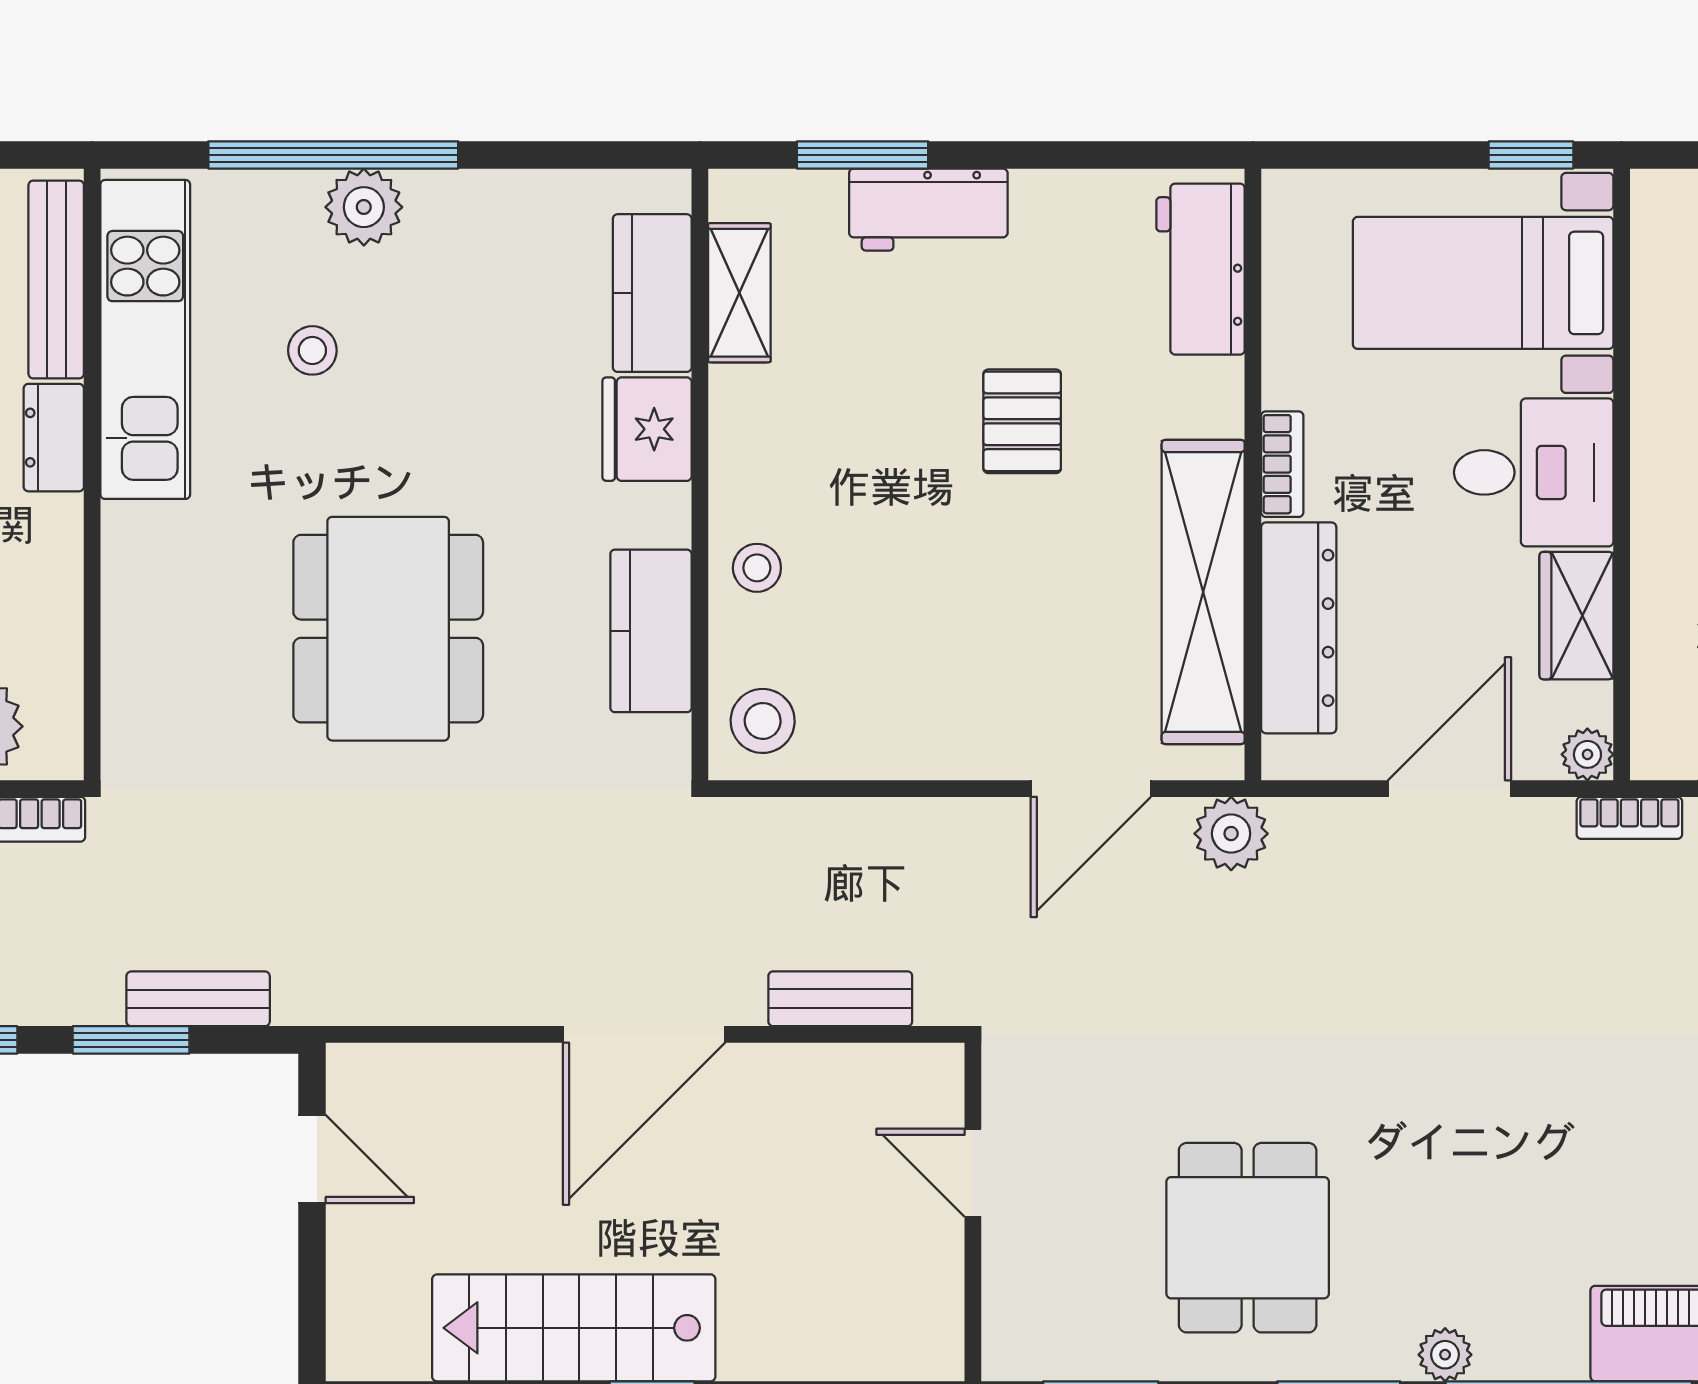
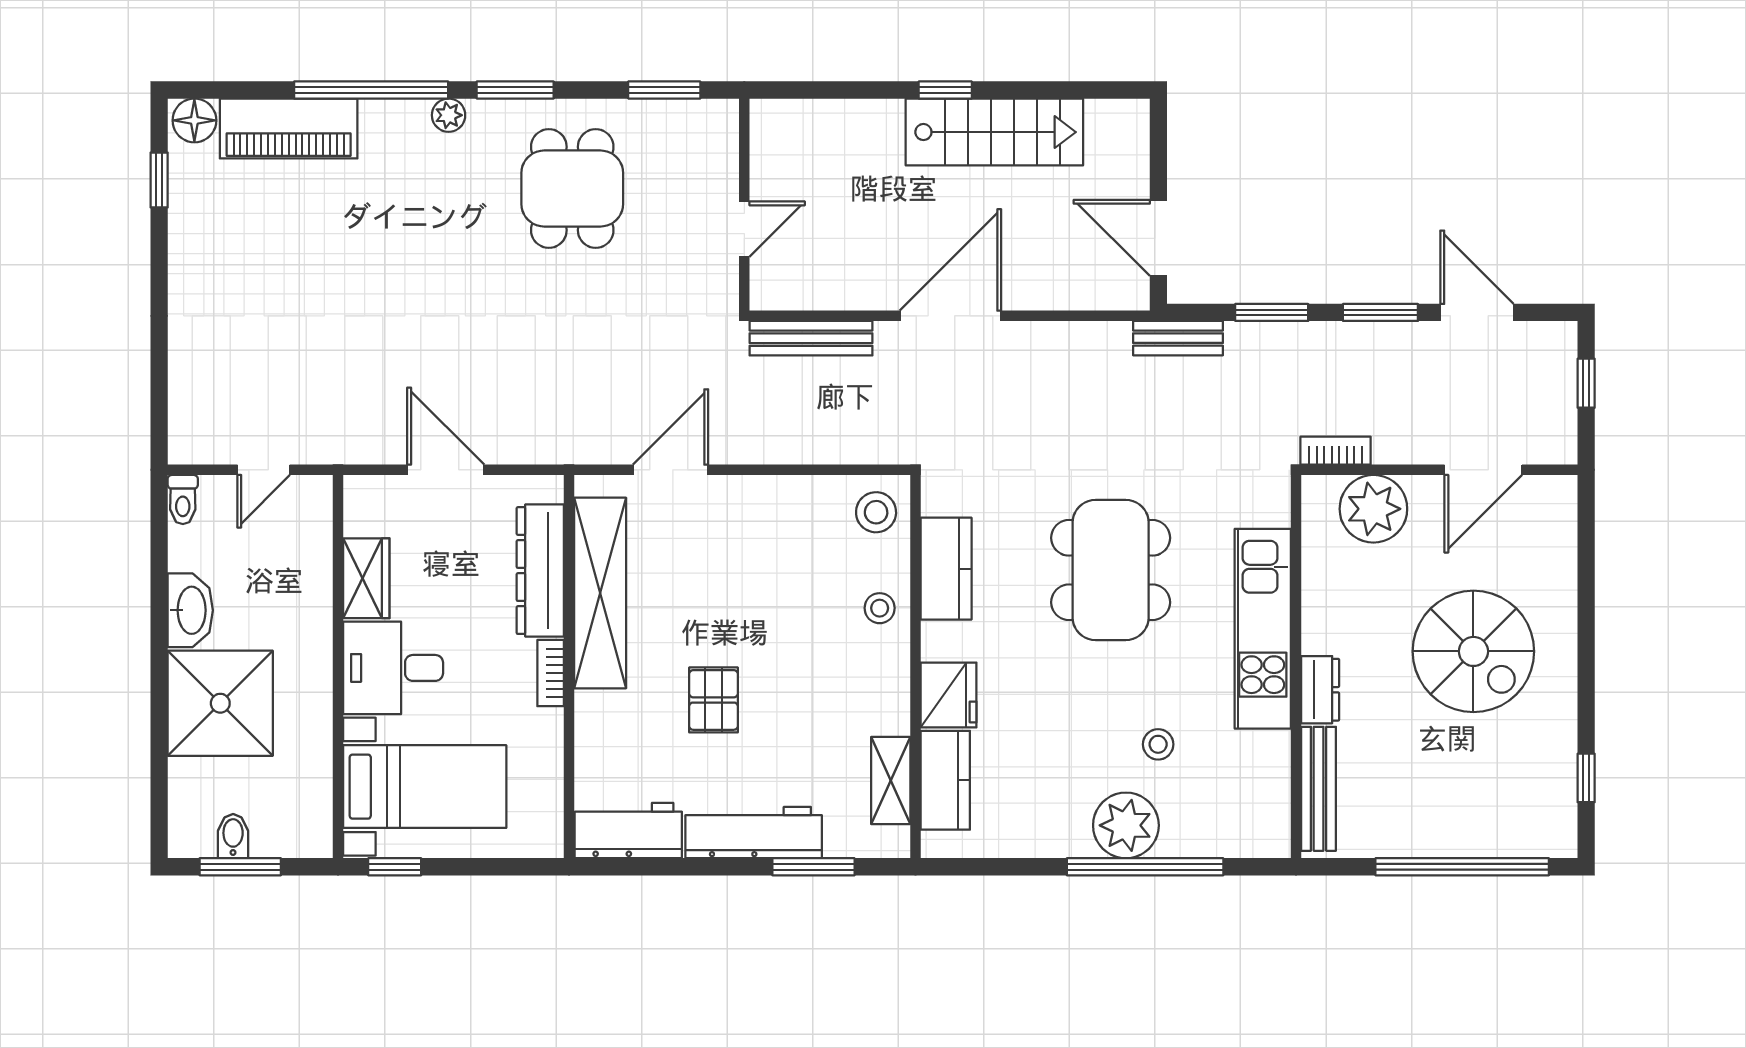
plant: (364, 207) -> (1126, 825), width x1.36, depth x1.36
workbench: (928, 210) -> (754, 833), width x1.38
workbench: (1200, 269) -> (628, 831), moved, turned -90
kitchen unit: (145, 339) -> (1263, 629), moved
plant: (1587, 754) -> (359, 491), removed
door: (1449, 789) -> (446, 470), swing flipped
bookcase: (1629, 818) -> (333, 451), removed
plant: (1231, 834) -> (583, 442), removed
bench: (198, 999) -> (1178, 338), moved
bench: (840, 999) -> (811, 338), width x1.36
door: (312, 1159) -> (1158, 238), width x1.38
door: (973, 1173) -> (744, 229), hinge flipped

